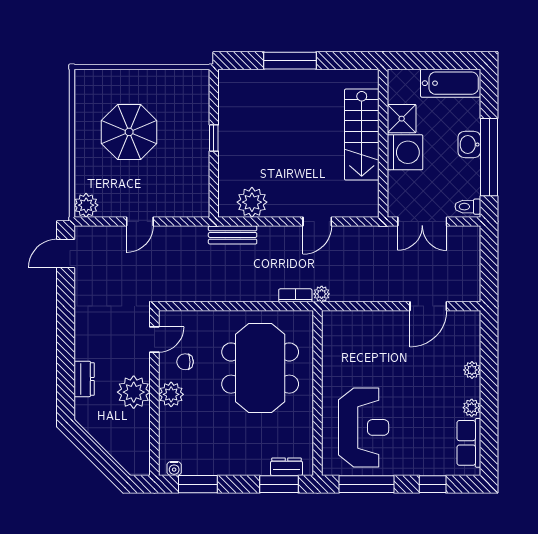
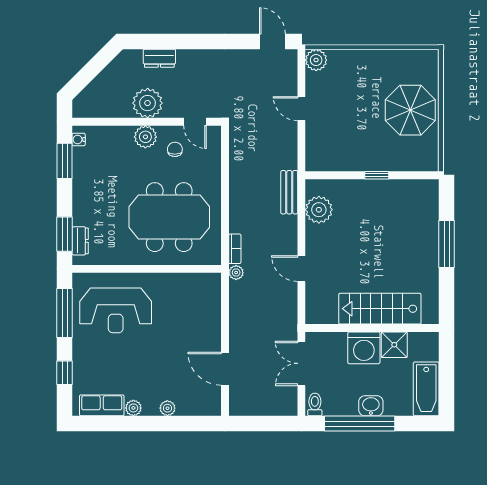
parasol: (129, 132) -> (410, 110), moved

